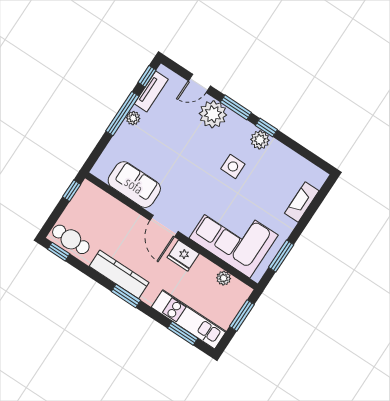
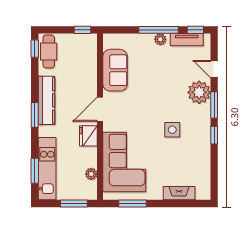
plant: (260, 140) -> (203, 136), removed

